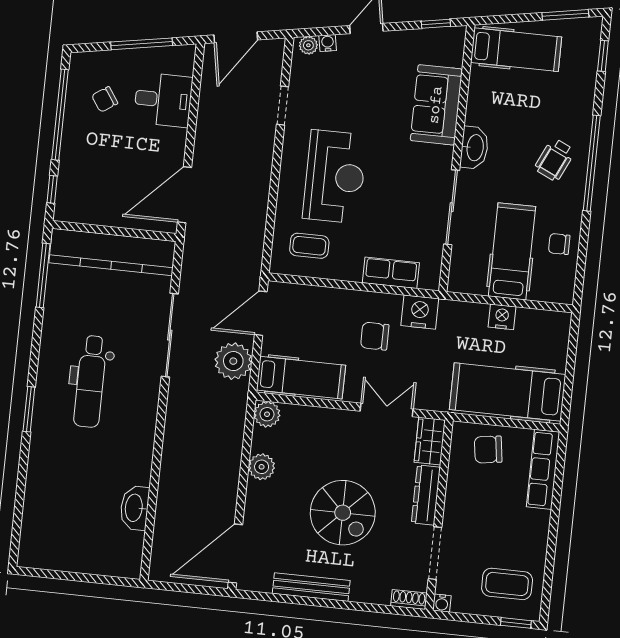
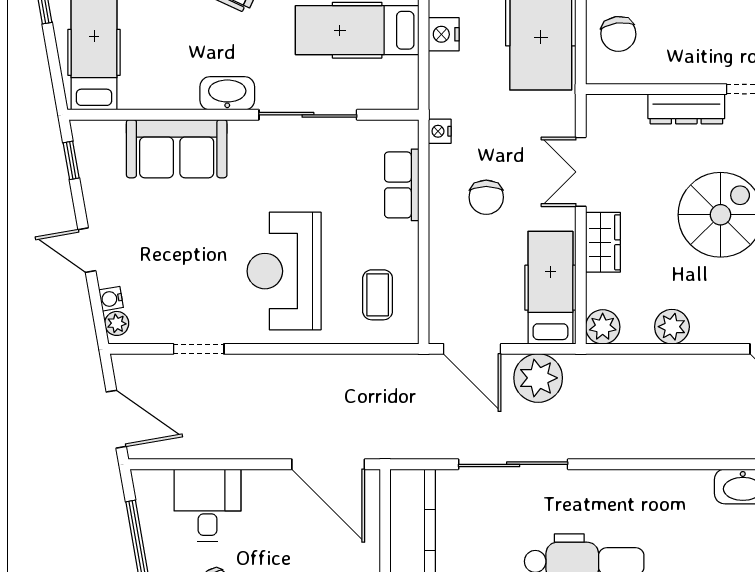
reception desk: (335, 177) -> (284, 271), turned -90
nightstand: (420, 312) -> (440, 131), width x0.53, depth x0.56
wardrobe: (430, 441) -> (603, 242), moved, turned -90

